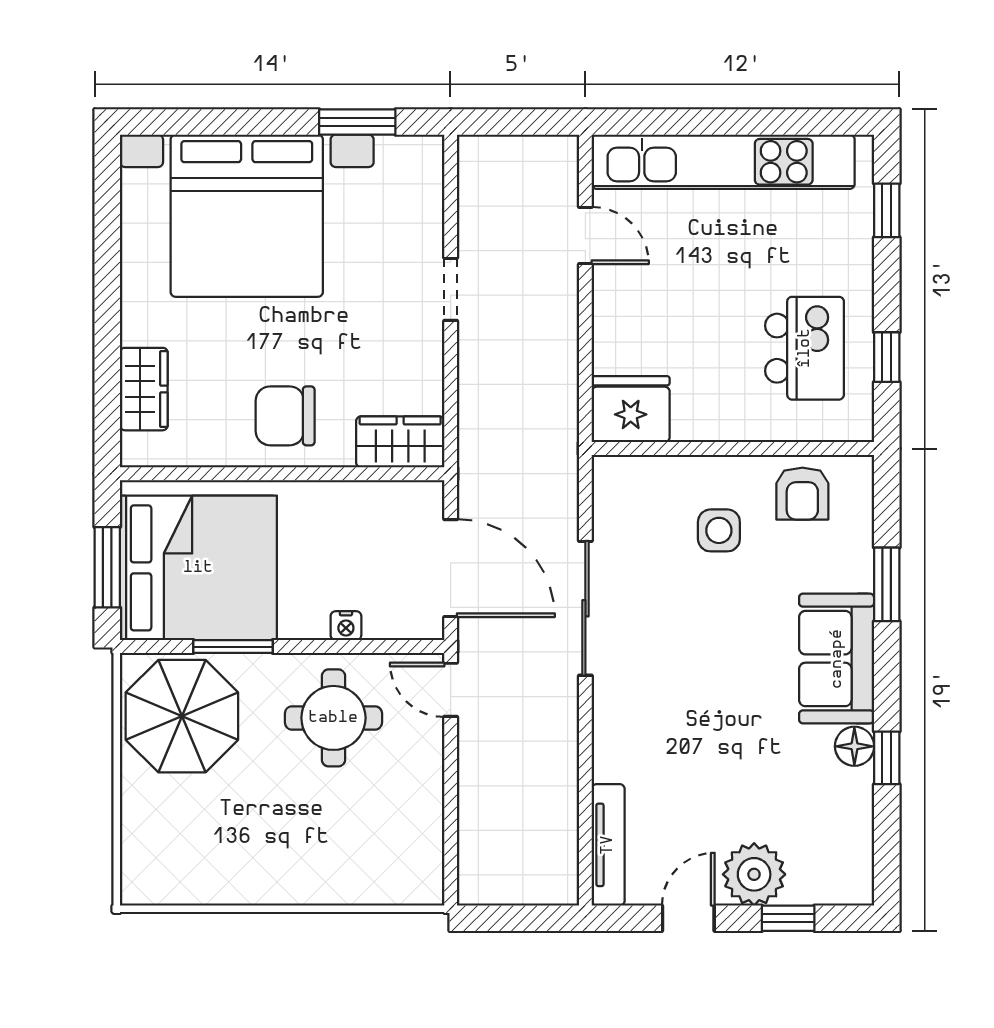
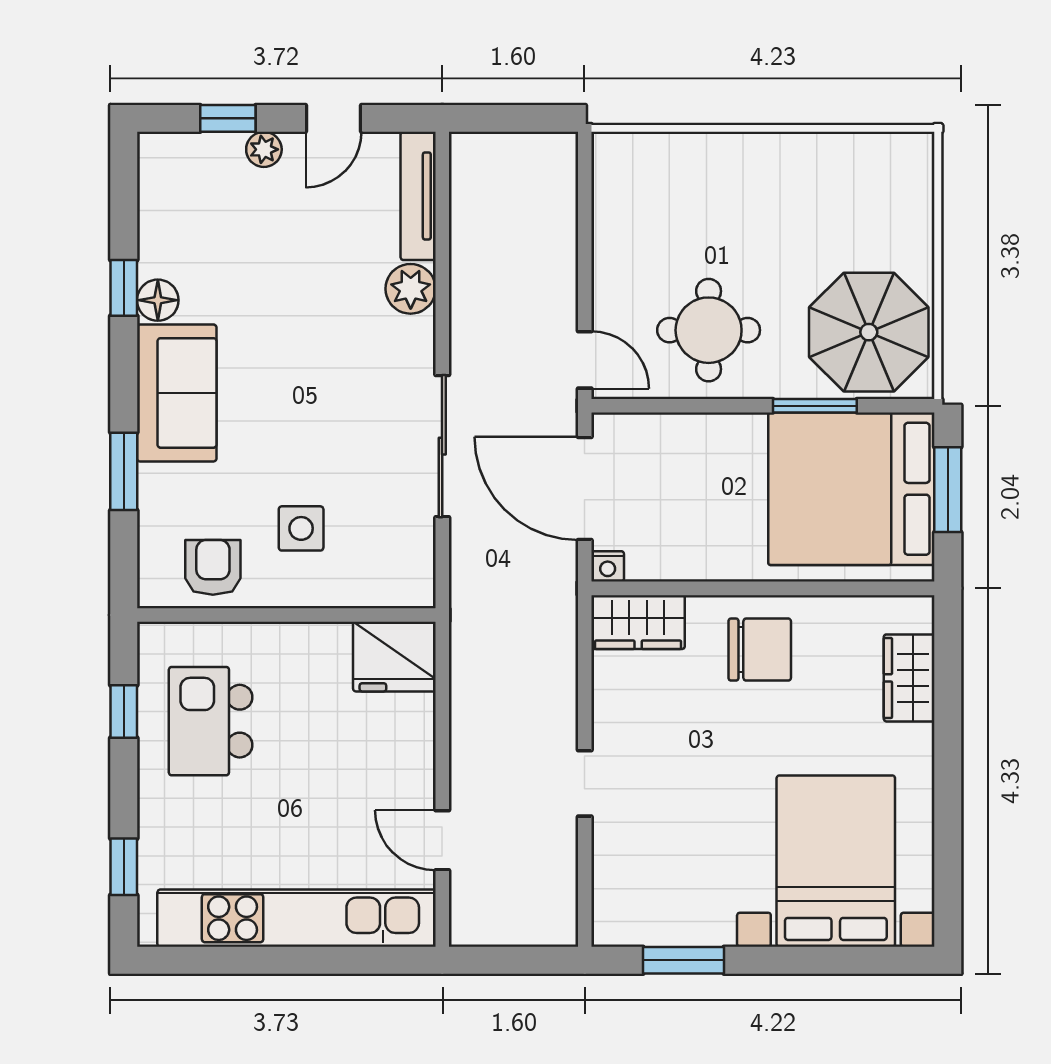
bed with nightstands: (247, 216) -> (836, 861), width x0.73
nightstand: (346, 626) -> (608, 566), moved, turned 180
plant: (615, 757) -> (411, 289), added
plant: (754, 874) -> (264, 149), width x0.53, depth x0.53

